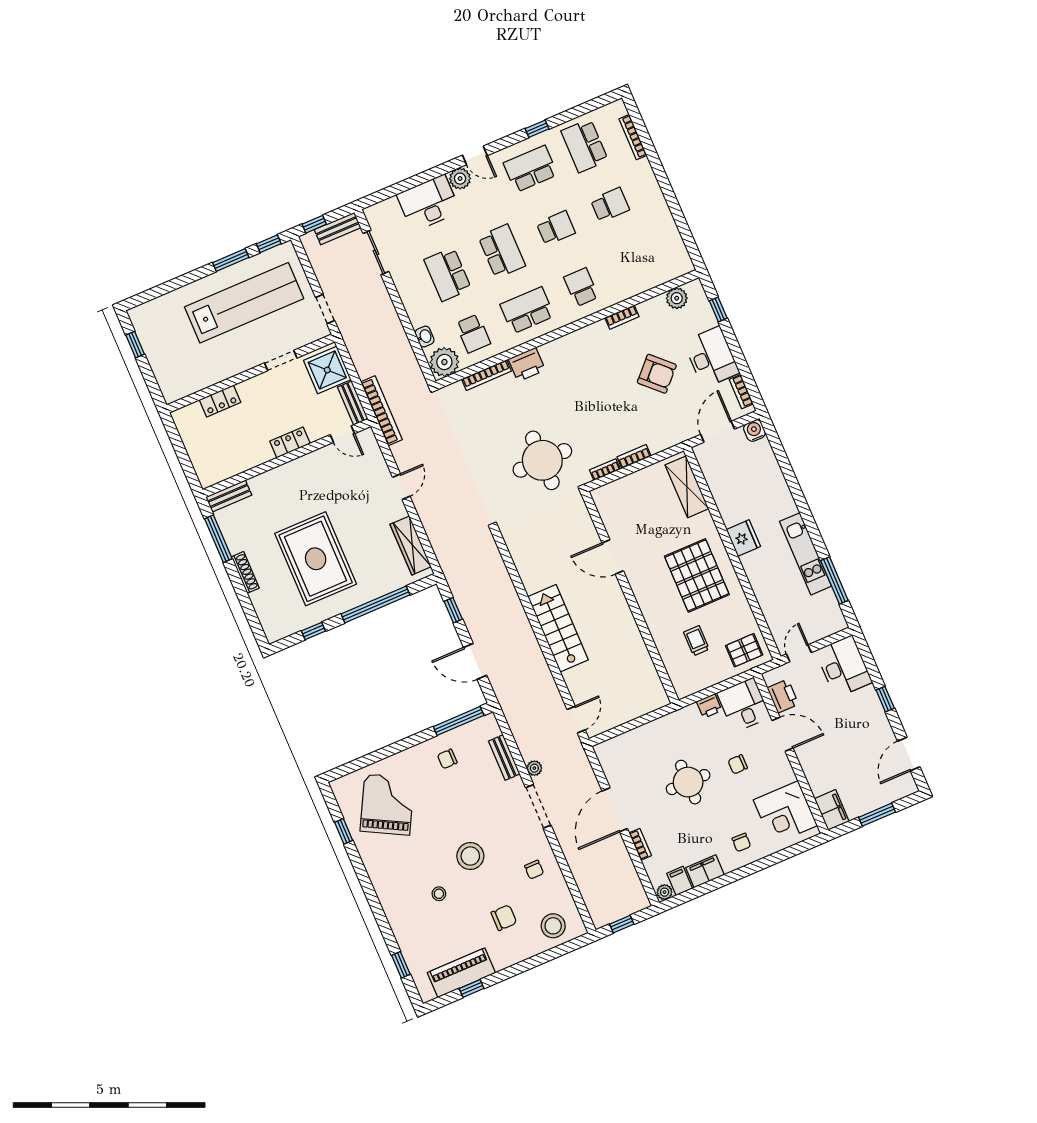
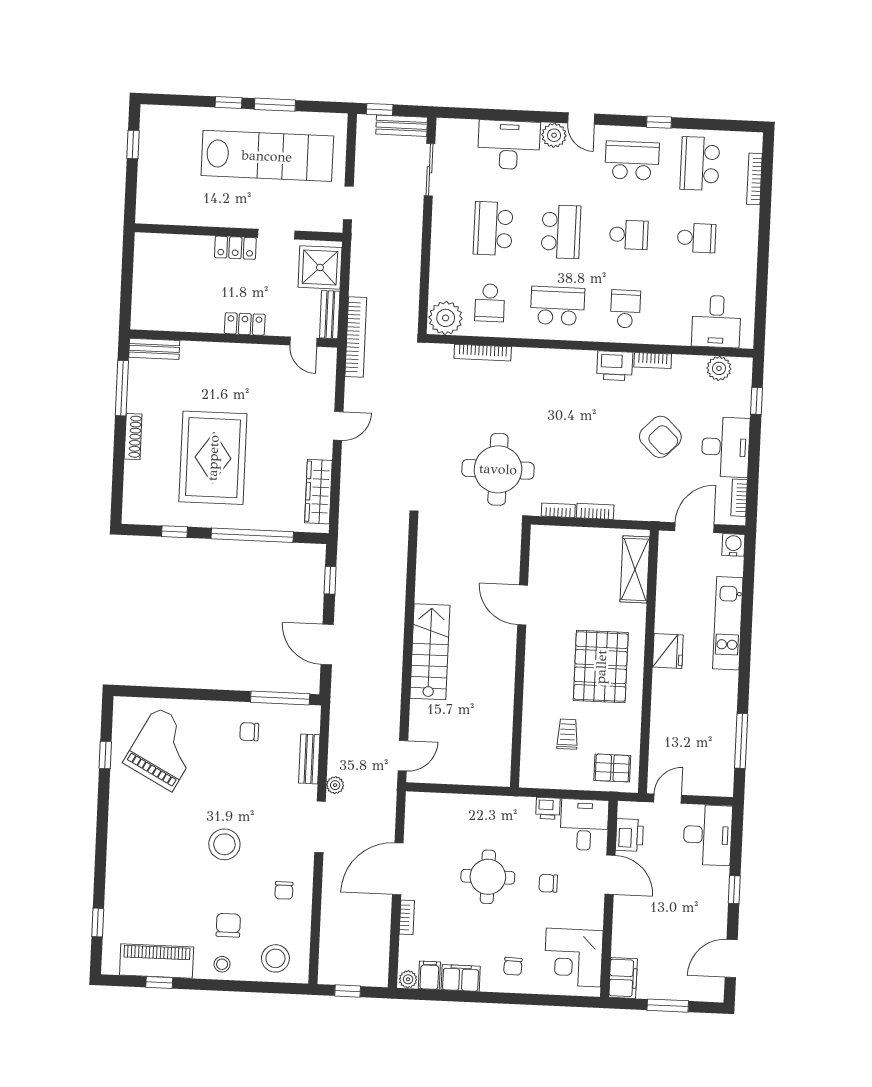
window: (269, 244) -> (228, 103), moved
desk: (657, 263) -> (716, 321), added
washbasin: (425, 337) -> (438, 282), removed
printer: (527, 365) -> (615, 366), moved
locker: (220, 401) -> (235, 248), moved
kitchen unit: (805, 554) -> (728, 623), moved
stool: (439, 894) -> (222, 964), moved
chair: (504, 918) -> (228, 925), turned -90

